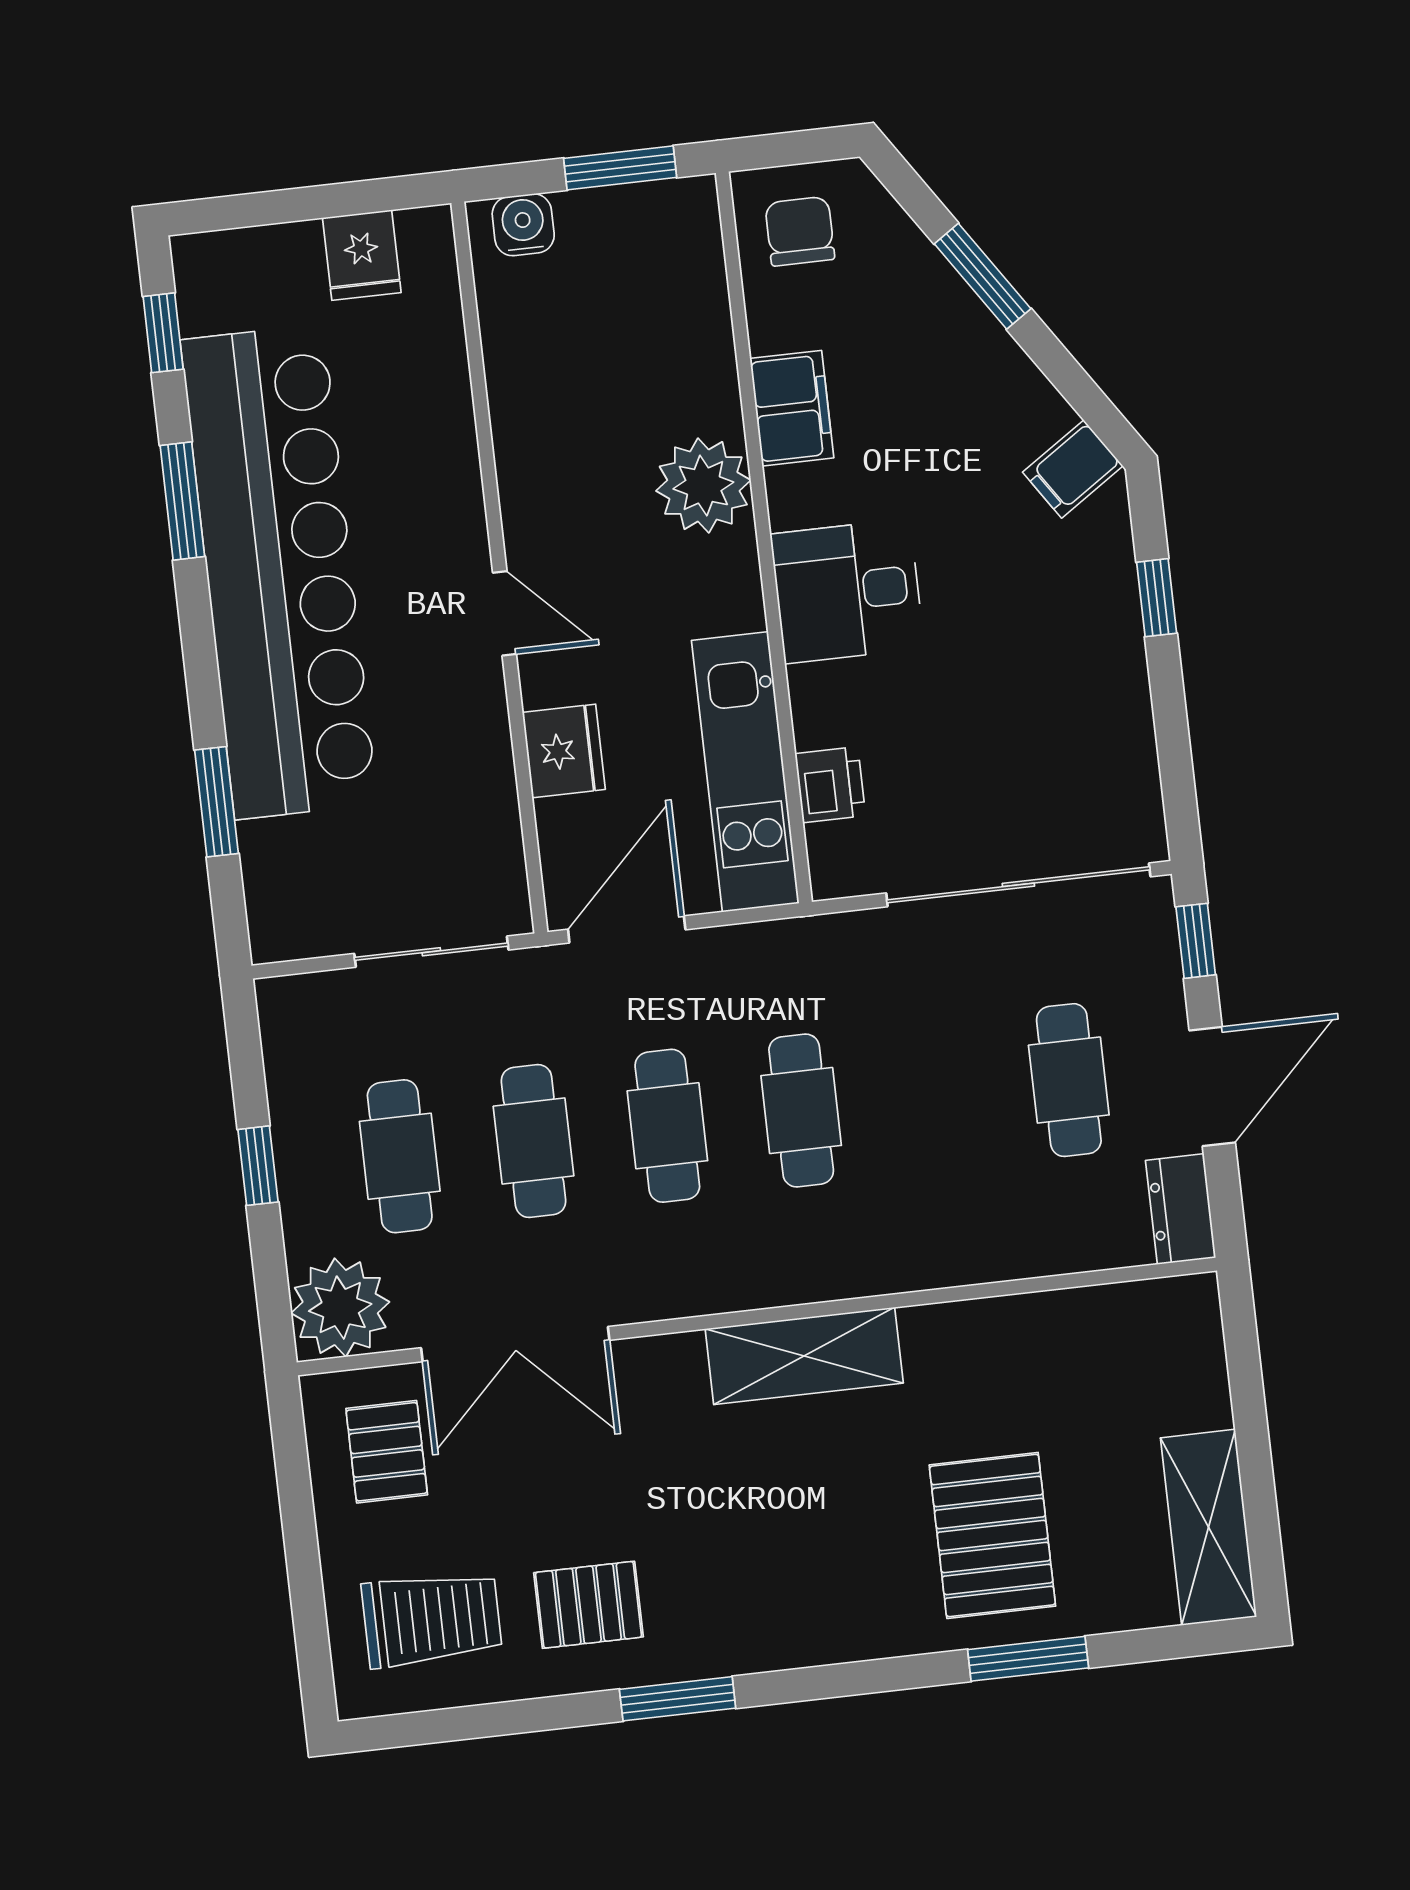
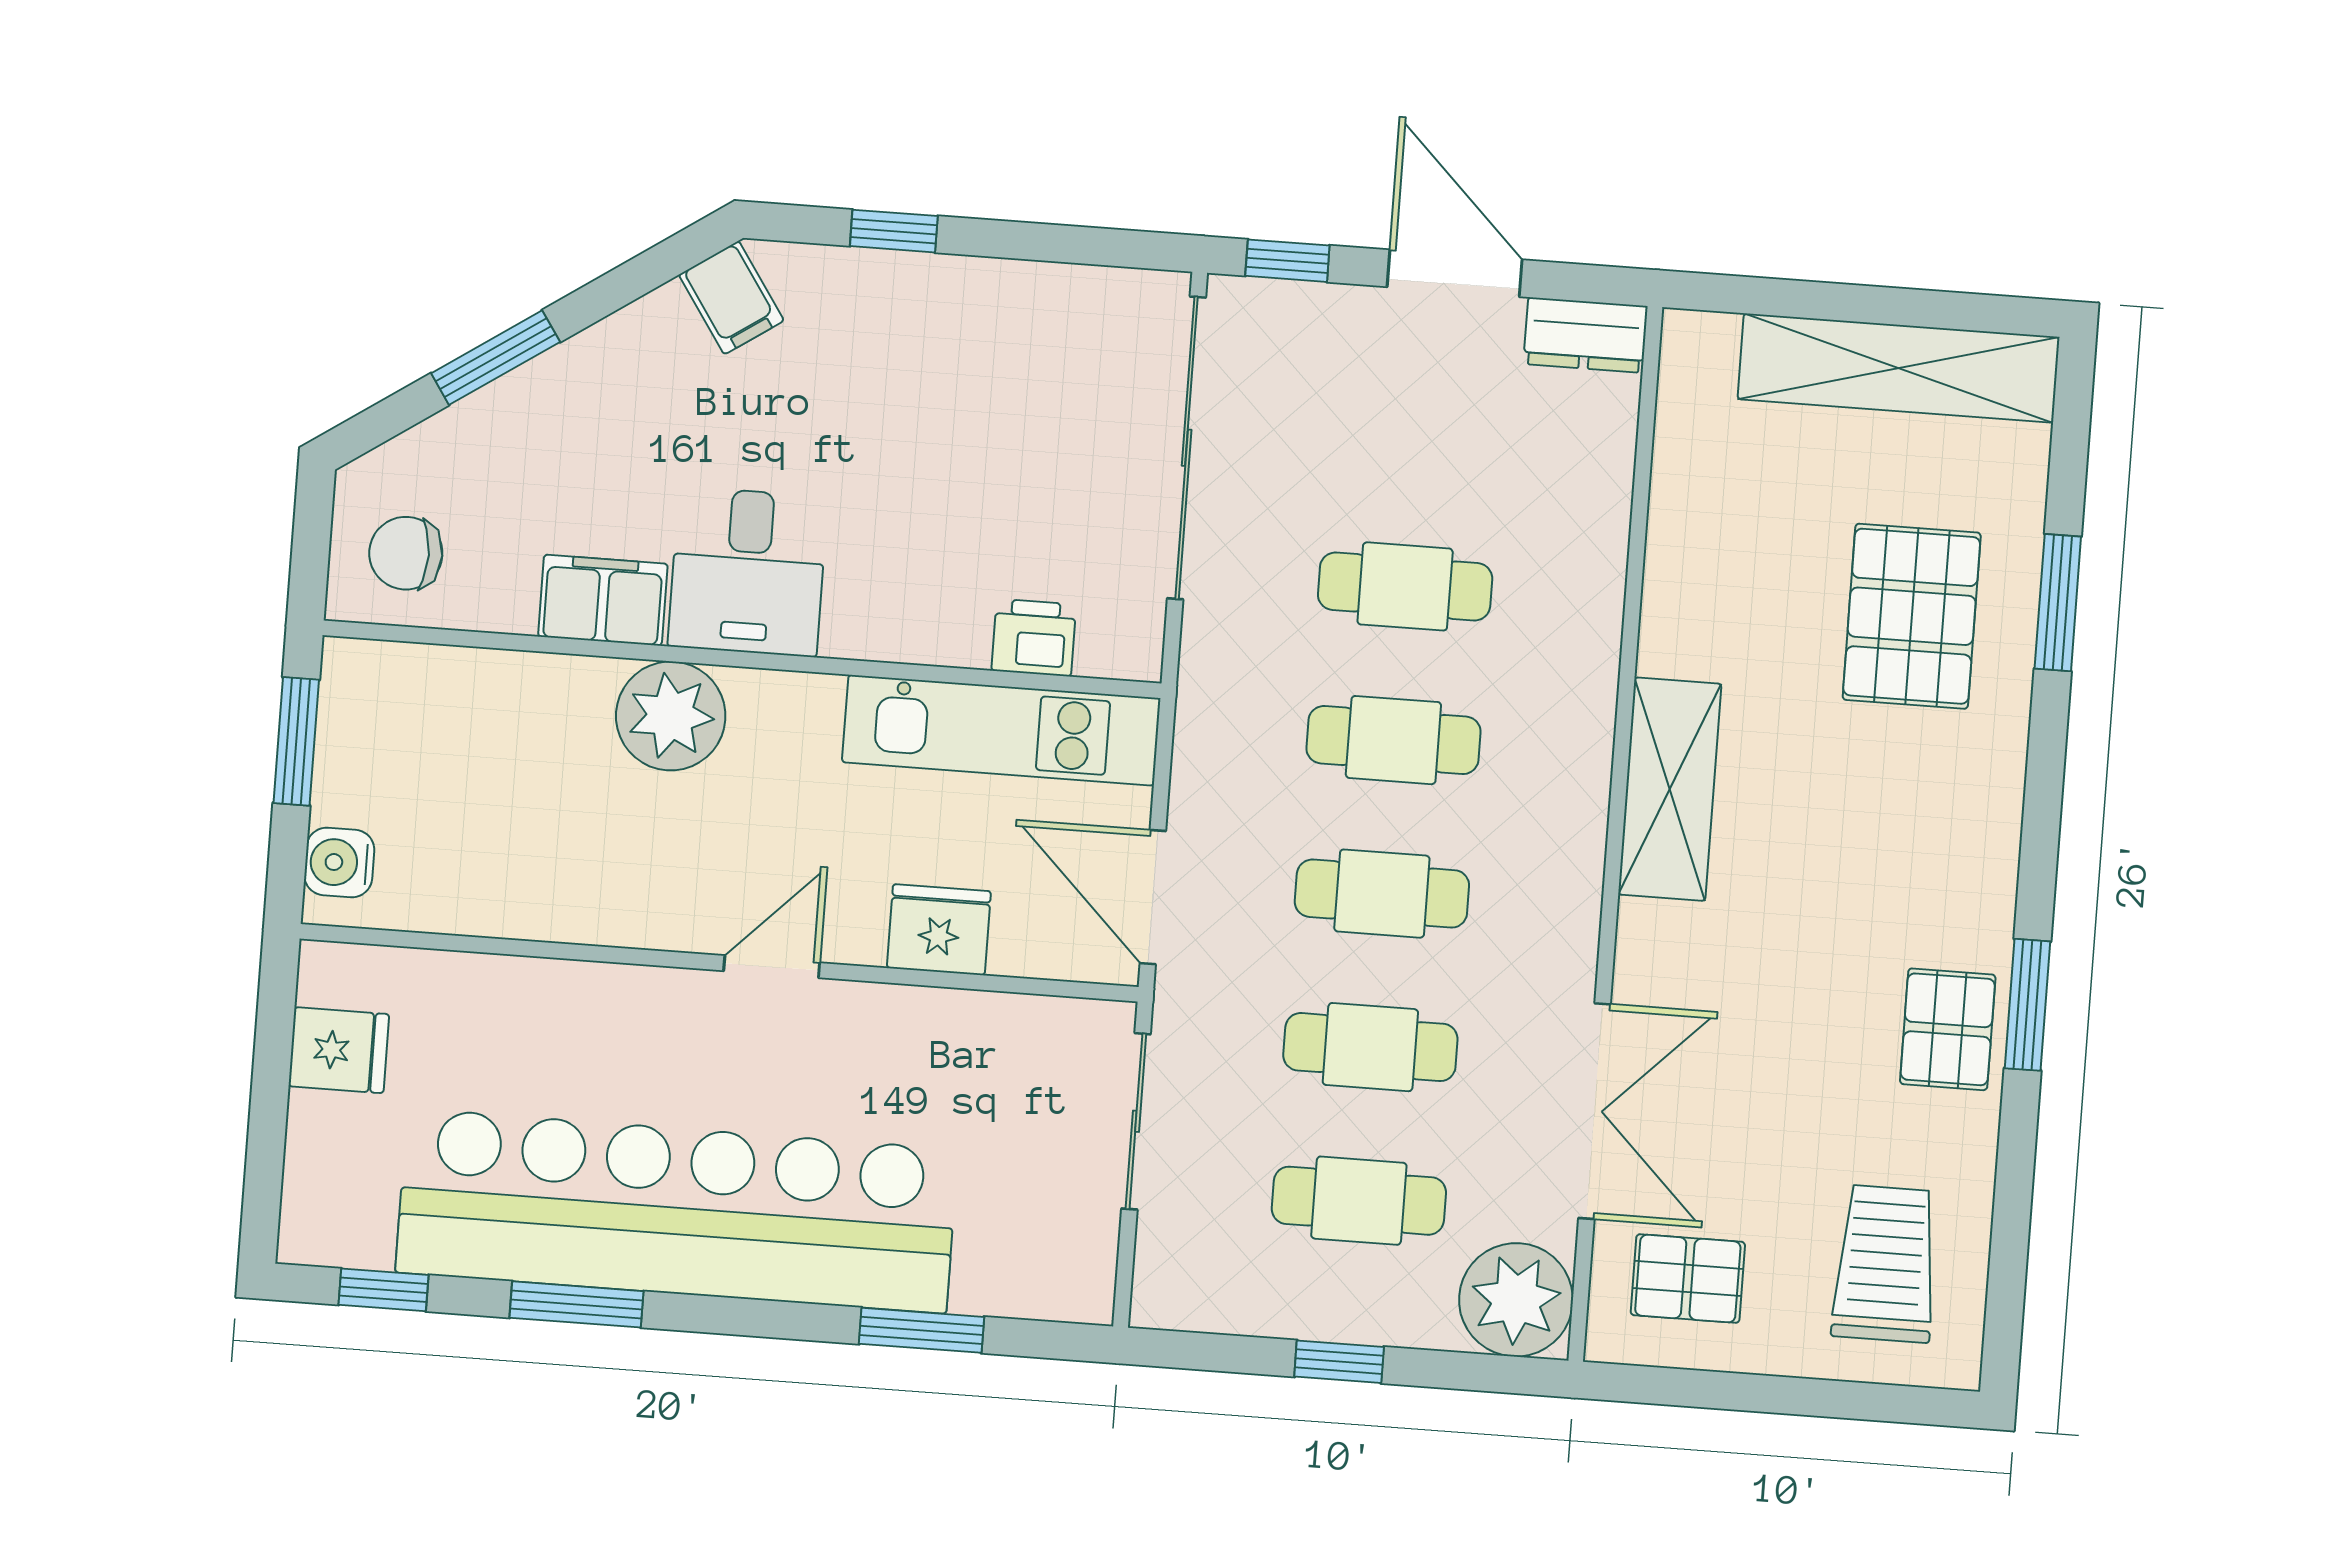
desk: (847, 591) -> (748, 572), moved
cafe table: (1069, 1080) -> (1405, 586), moved
shelving: (1209, 1527) -> (1899, 368), width x1.47
pallet: (992, 1535) -> (1912, 616), turned 90
pallet: (588, 1605) -> (1948, 1029), moved

